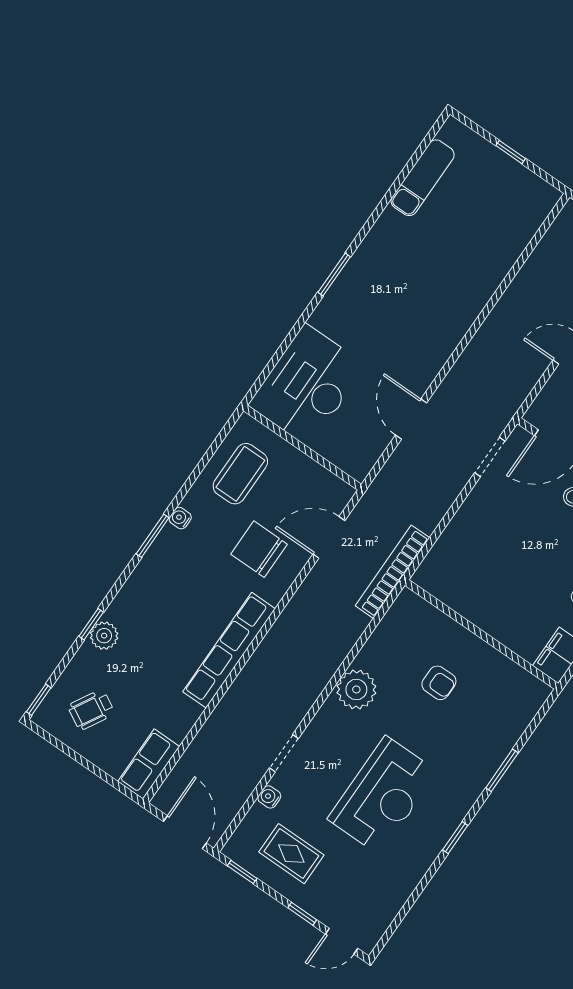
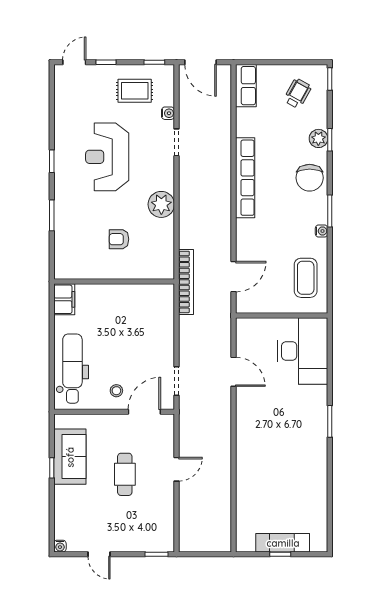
exam couch: (423, 178) -> (283, 543), moved, turned 90
chair: (259, 549) -> (310, 178), moved, turned 90

